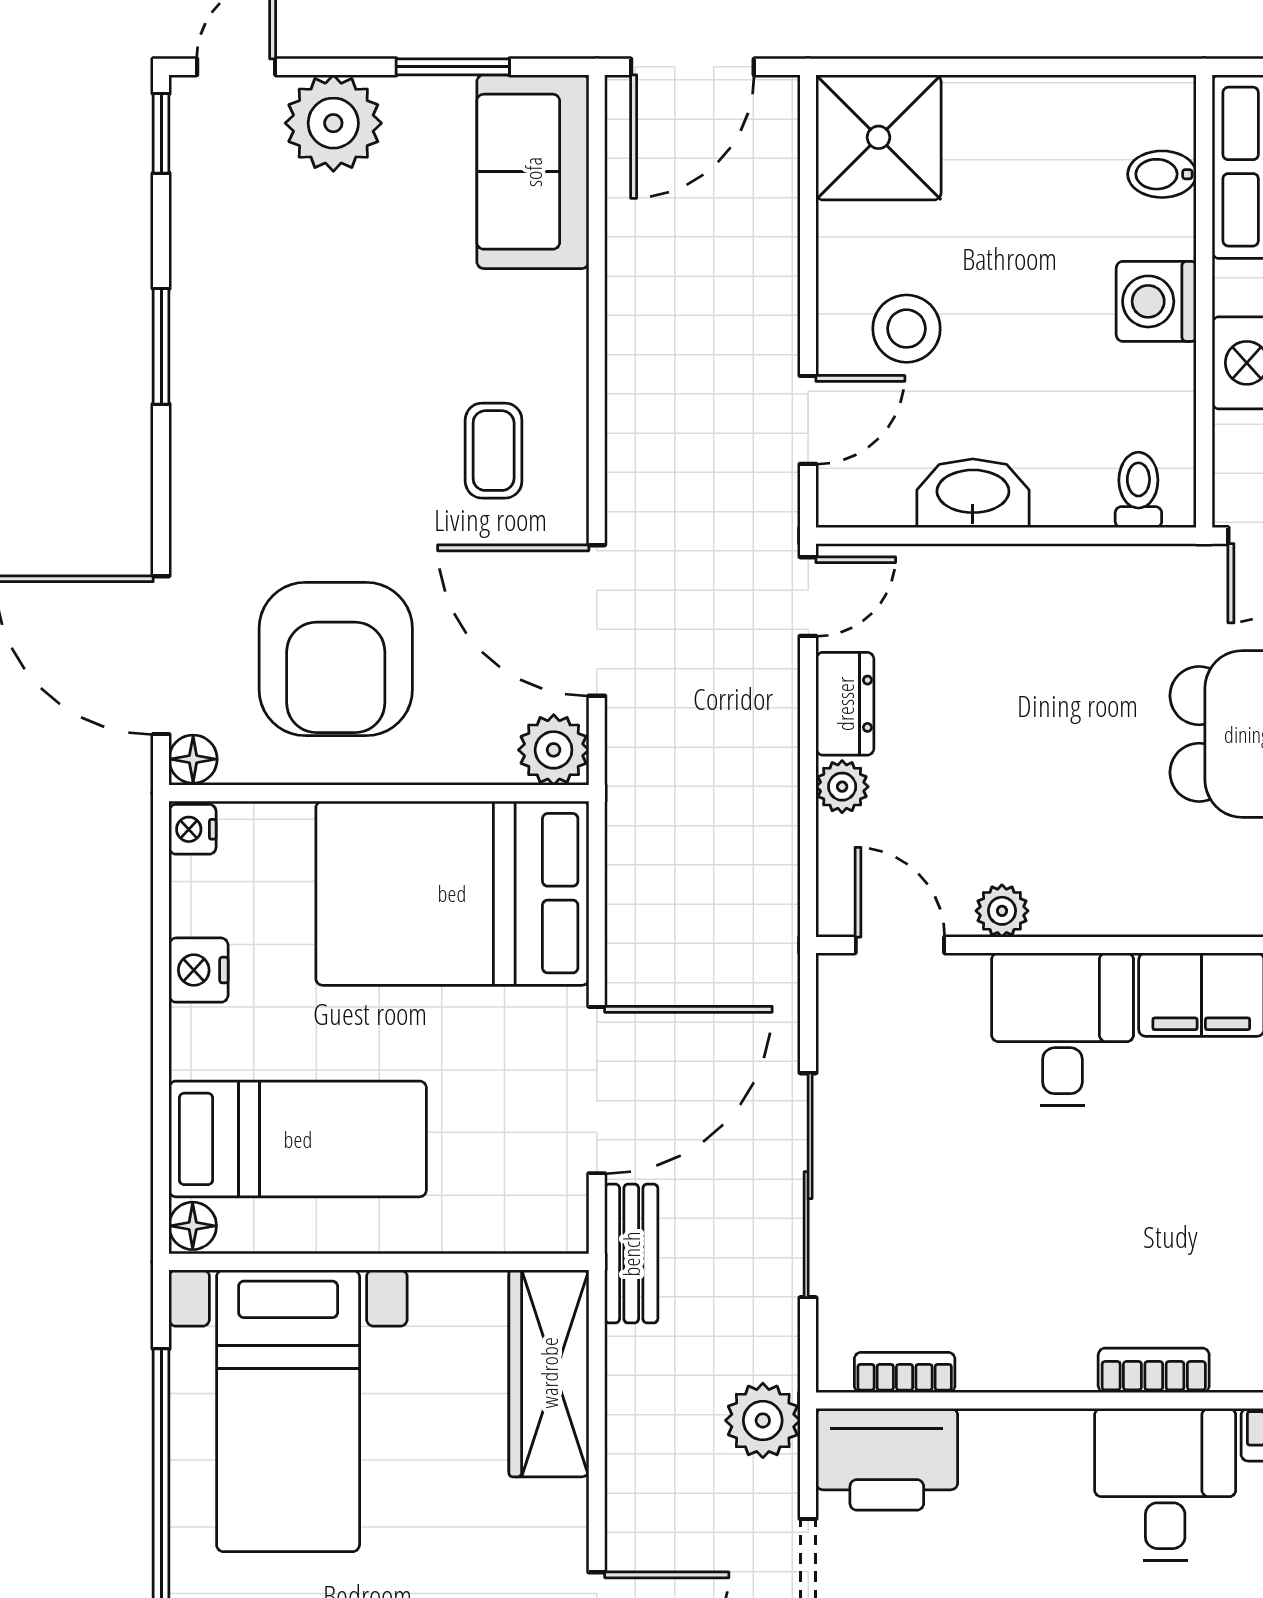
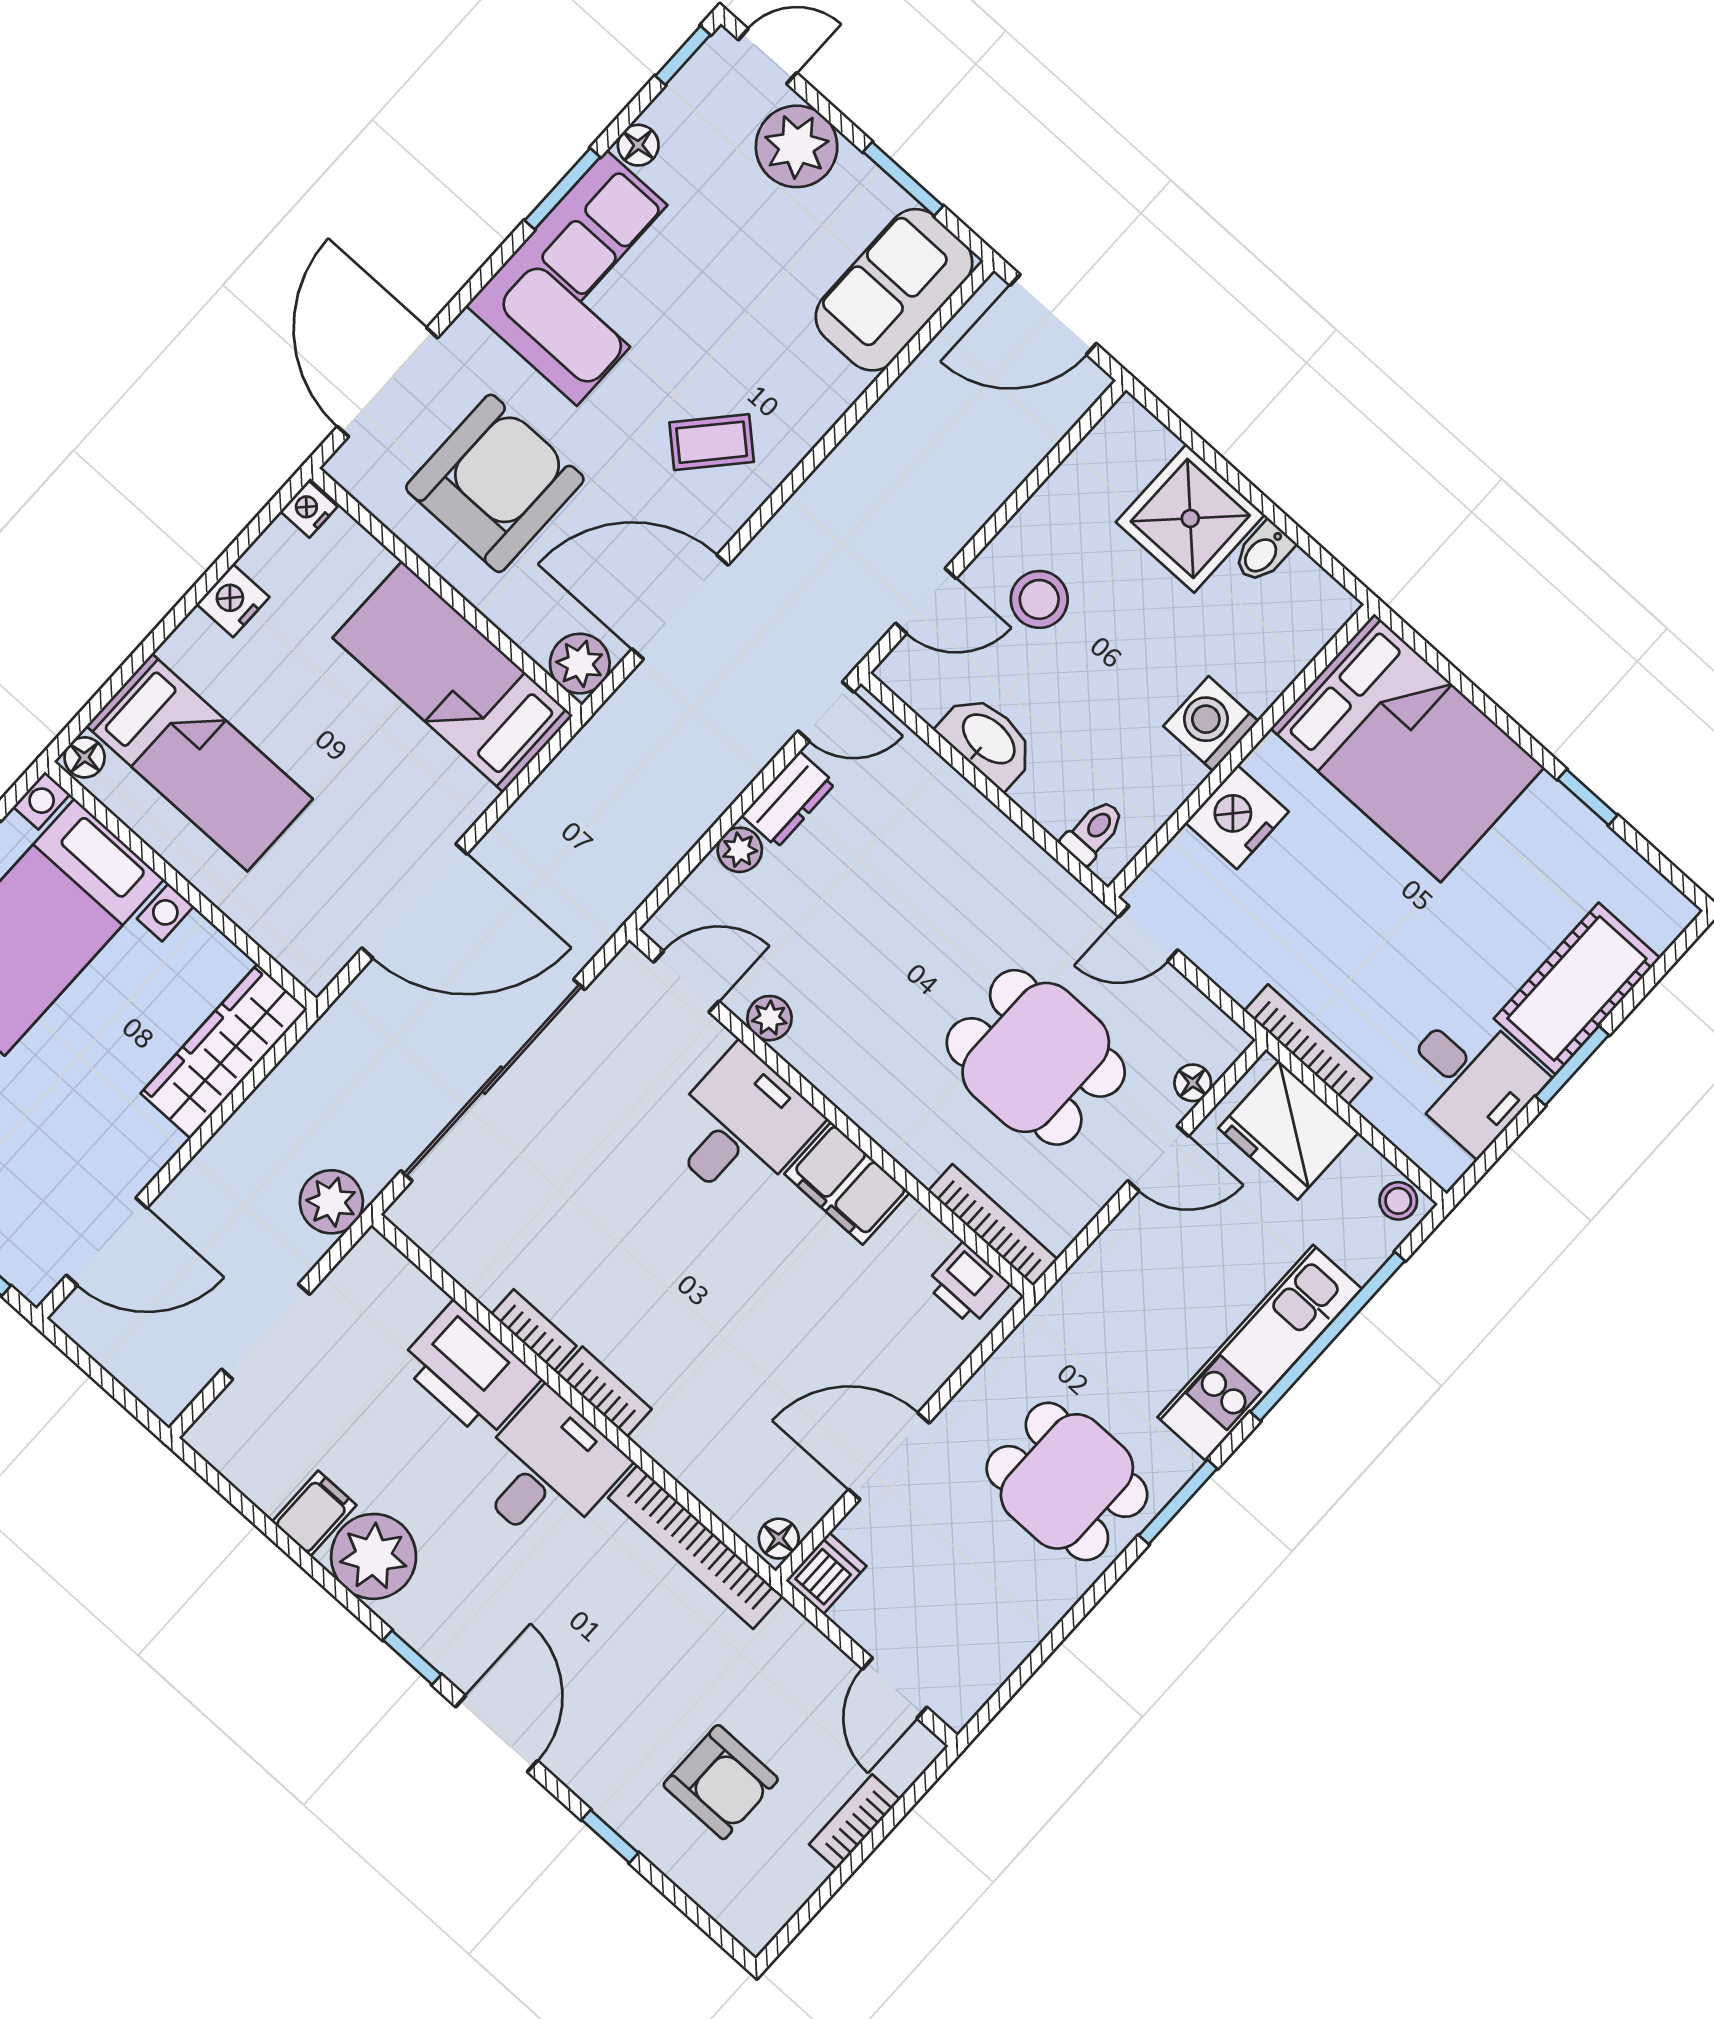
shower: (878, 137) -> (1190, 518), moved
bidet: (1162, 174) -> (1263, 552), moved, turned -90
corner sofa: (258, 402) -> (592, 278), added
coffee table: (494, 451) -> (712, 442), turned 42
door: (597, 620) -> (680, 607), hinge flipped
armchair: (336, 659) -> (495, 483), turned 180
floor lamp: (193, 759) -> (638, 145), moved
bed: (452, 893) -> (453, 677), width x0.67
door: (900, 945) -> (686, 982), hinge flipped
sliding door: (808, 1185) -> (493, 1080), width x1.36
bench: (631, 1254) -> (343, 1023), removed
bookcase: (905, 1372) -> (534, 1330), moved
printer: (887, 1459) -> (470, 1371), moved

